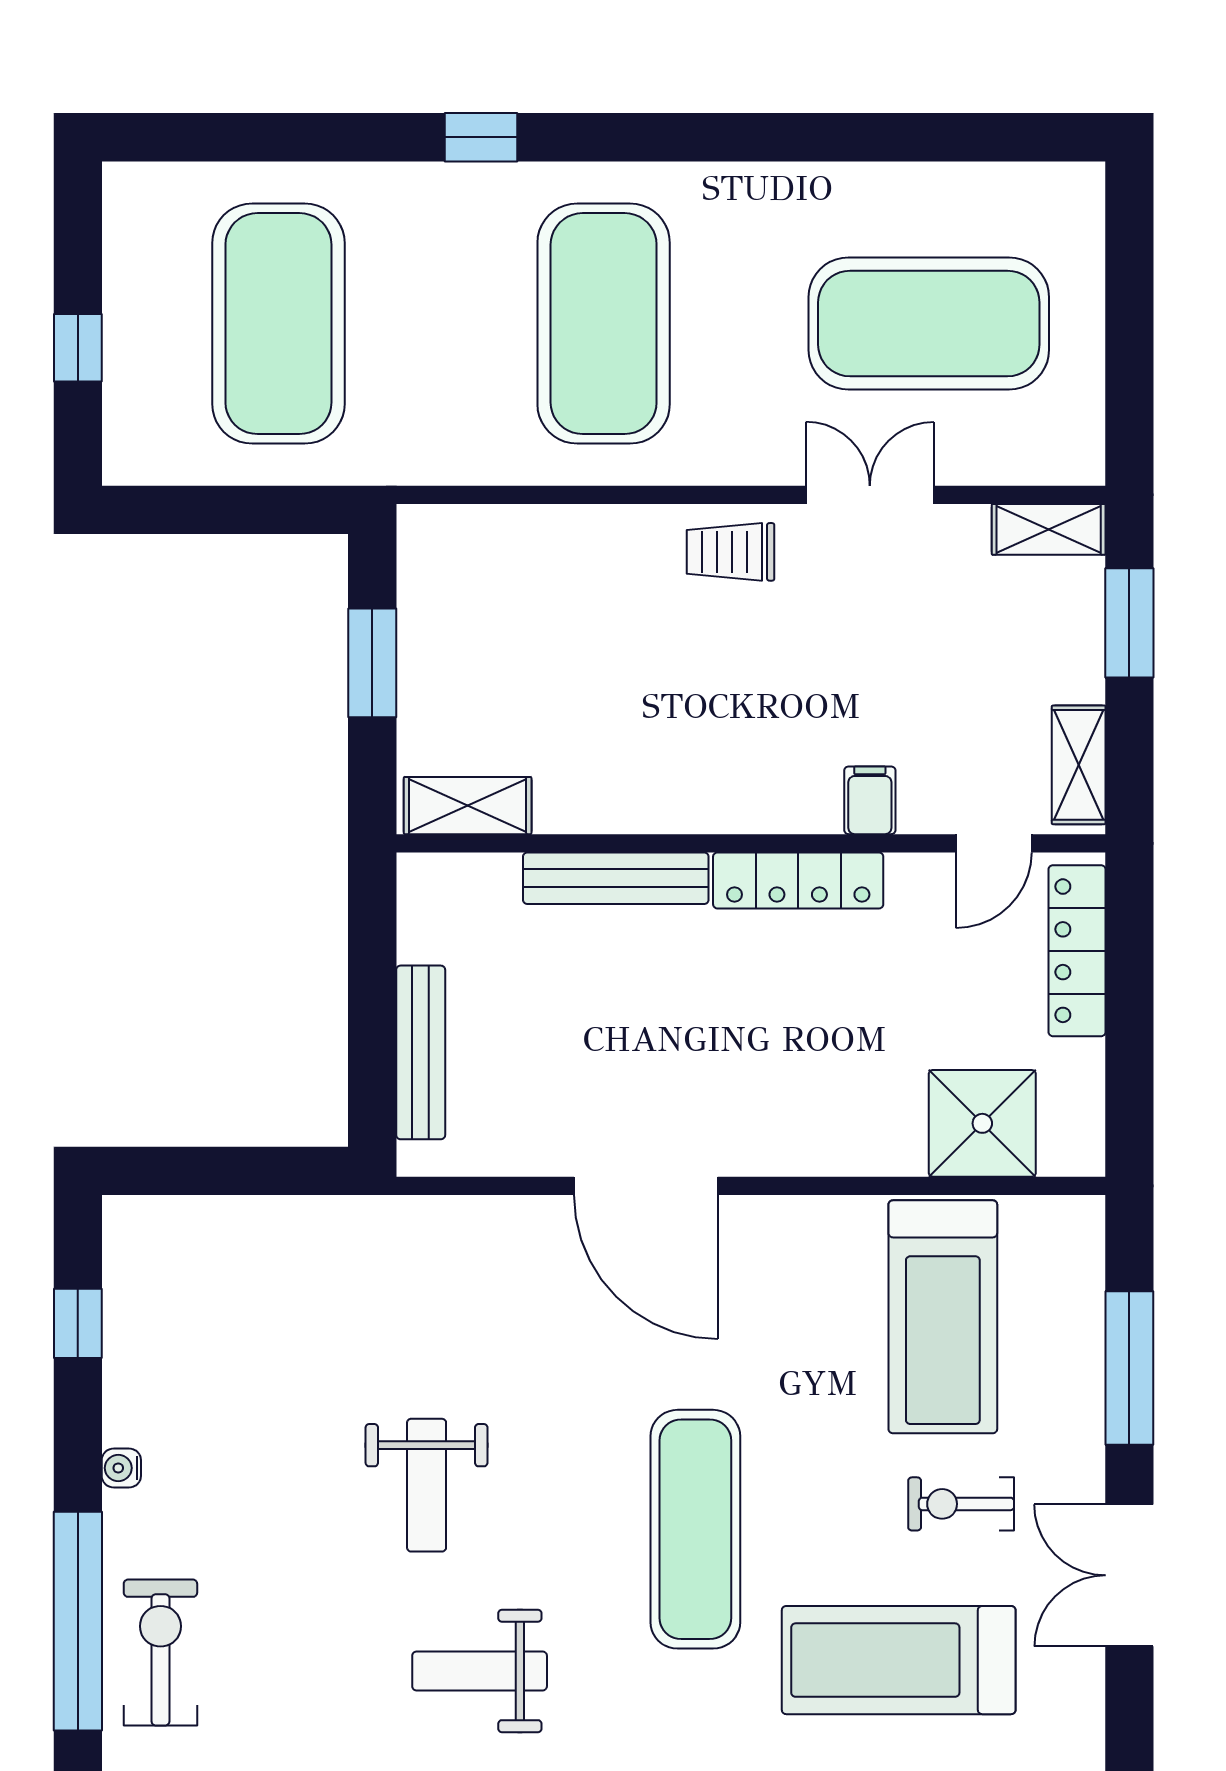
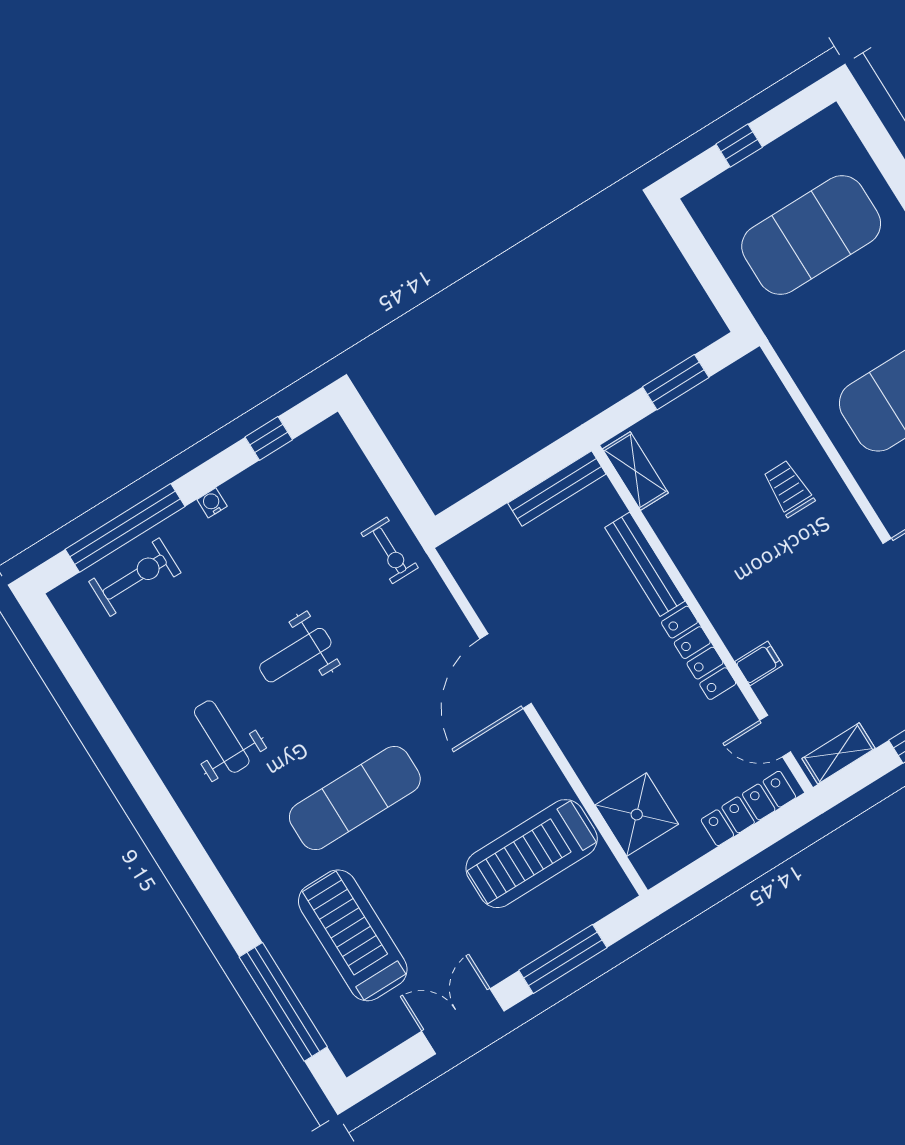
trolley: (731, 552) -> (789, 489), moved
bench: (421, 1052) -> (557, 488), moved
exercise bike: (961, 1504) -> (390, 550), moved, turned 180

